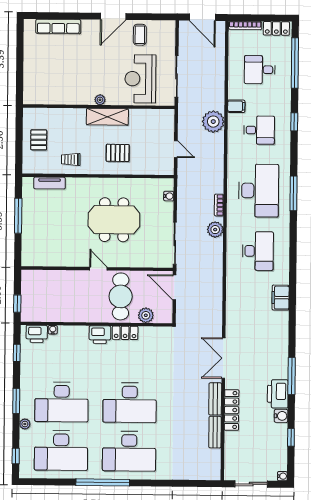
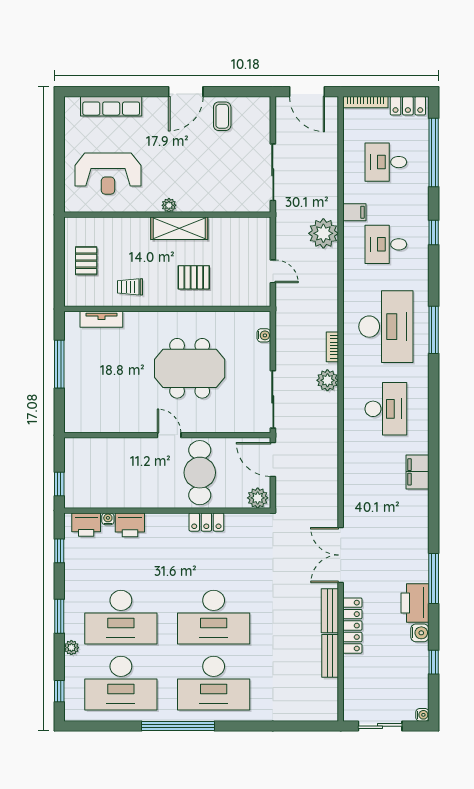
reception desk: (140, 79) -> (108, 174), moved, turned -90
desk: (259, 130) -> (386, 244), turned 180
plant: (146, 315) -> (258, 498), moved
printer: (100, 335) -> (130, 525), moved

